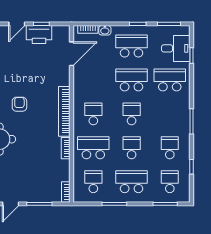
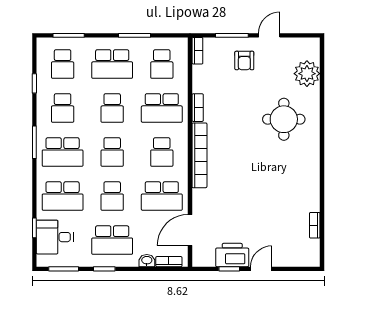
school desk: (93, 80) -> (162, 196), added
school desk: (132, 80) -> (112, 196), width x0.54
armchair: (19, 104) -> (244, 61), moved
school desk: (170, 114) -> (63, 152), added

